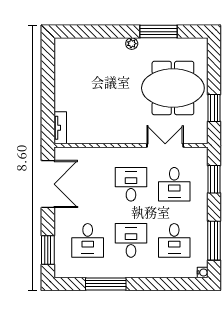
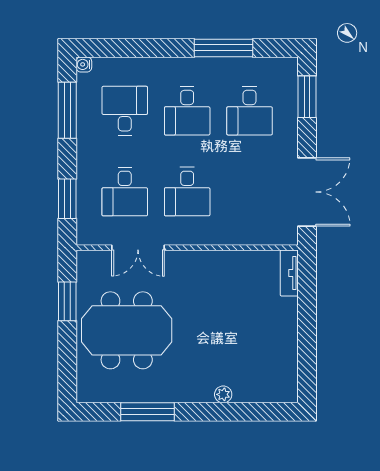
plant: (132, 44) -> (223, 394), moved
double door: (48, 184) -> (307, 192), swing flipped
desk: (174, 184) -> (125, 192), turned 180
desk: (88, 240) -> (250, 111), turned 180

